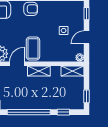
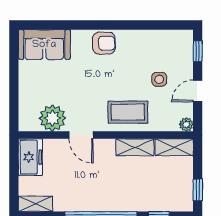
coffee table: (33, 48) -> (128, 112), moved, turned 90
door: (17, 64) -> (81, 135), swing flipped
shelving: (39, 71) -> (135, 147), moved

